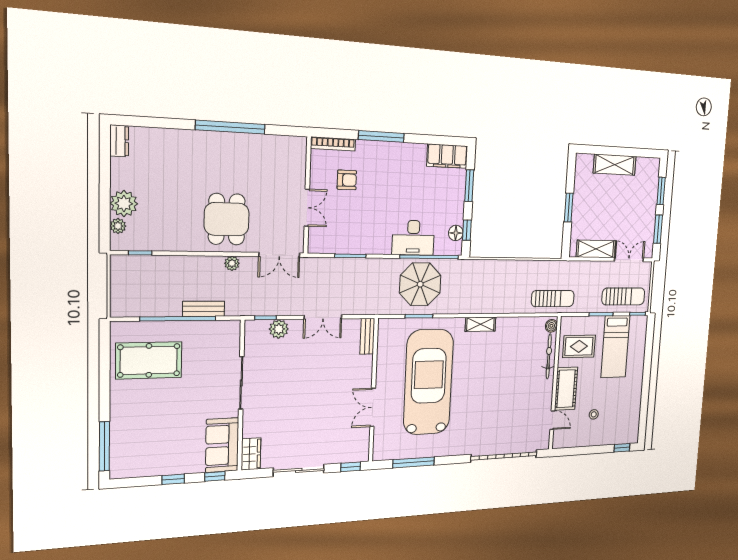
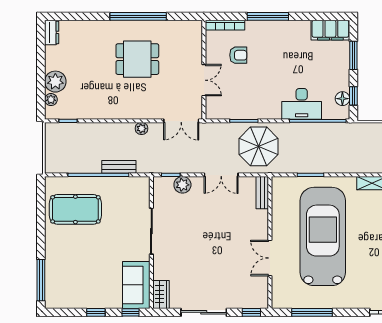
dining table: (227, 219) -> (137, 59), moved, turned 90
parasol: (420, 284) -> (258, 146), moved

